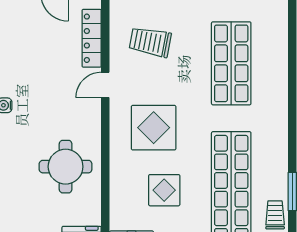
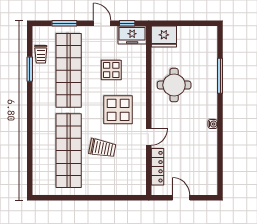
trolley: (150, 42) -> (102, 148), moved
shop shelf: (231, 63) -> (69, 151), width x1.40

